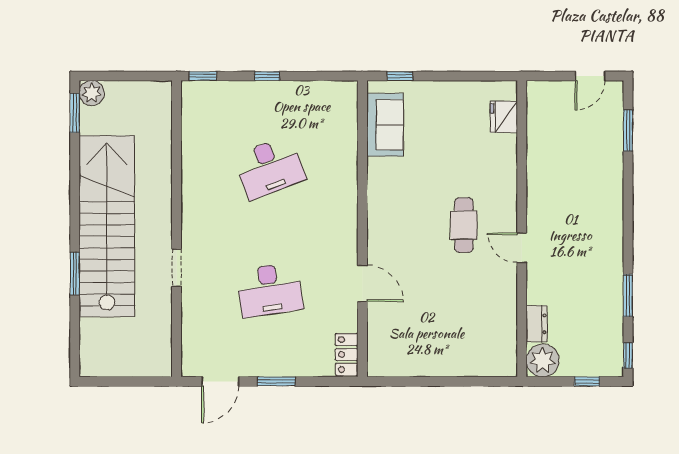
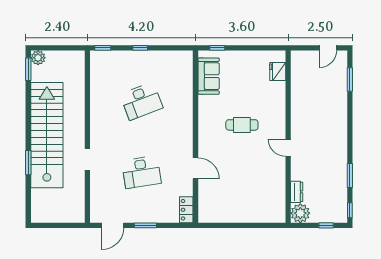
cafe table: (464, 225) -> (242, 125), moved, turned 90

